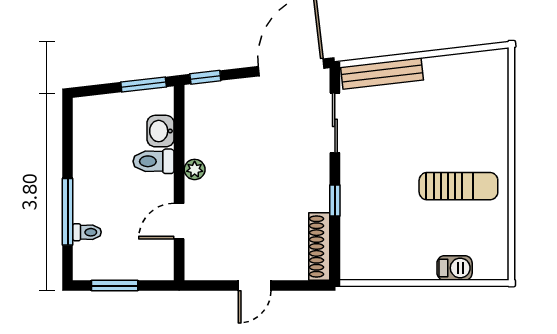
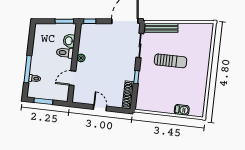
sun lounger: (458, 186) -> (171, 61), moved
door: (255, 286) -> (100, 108), swing flipped

